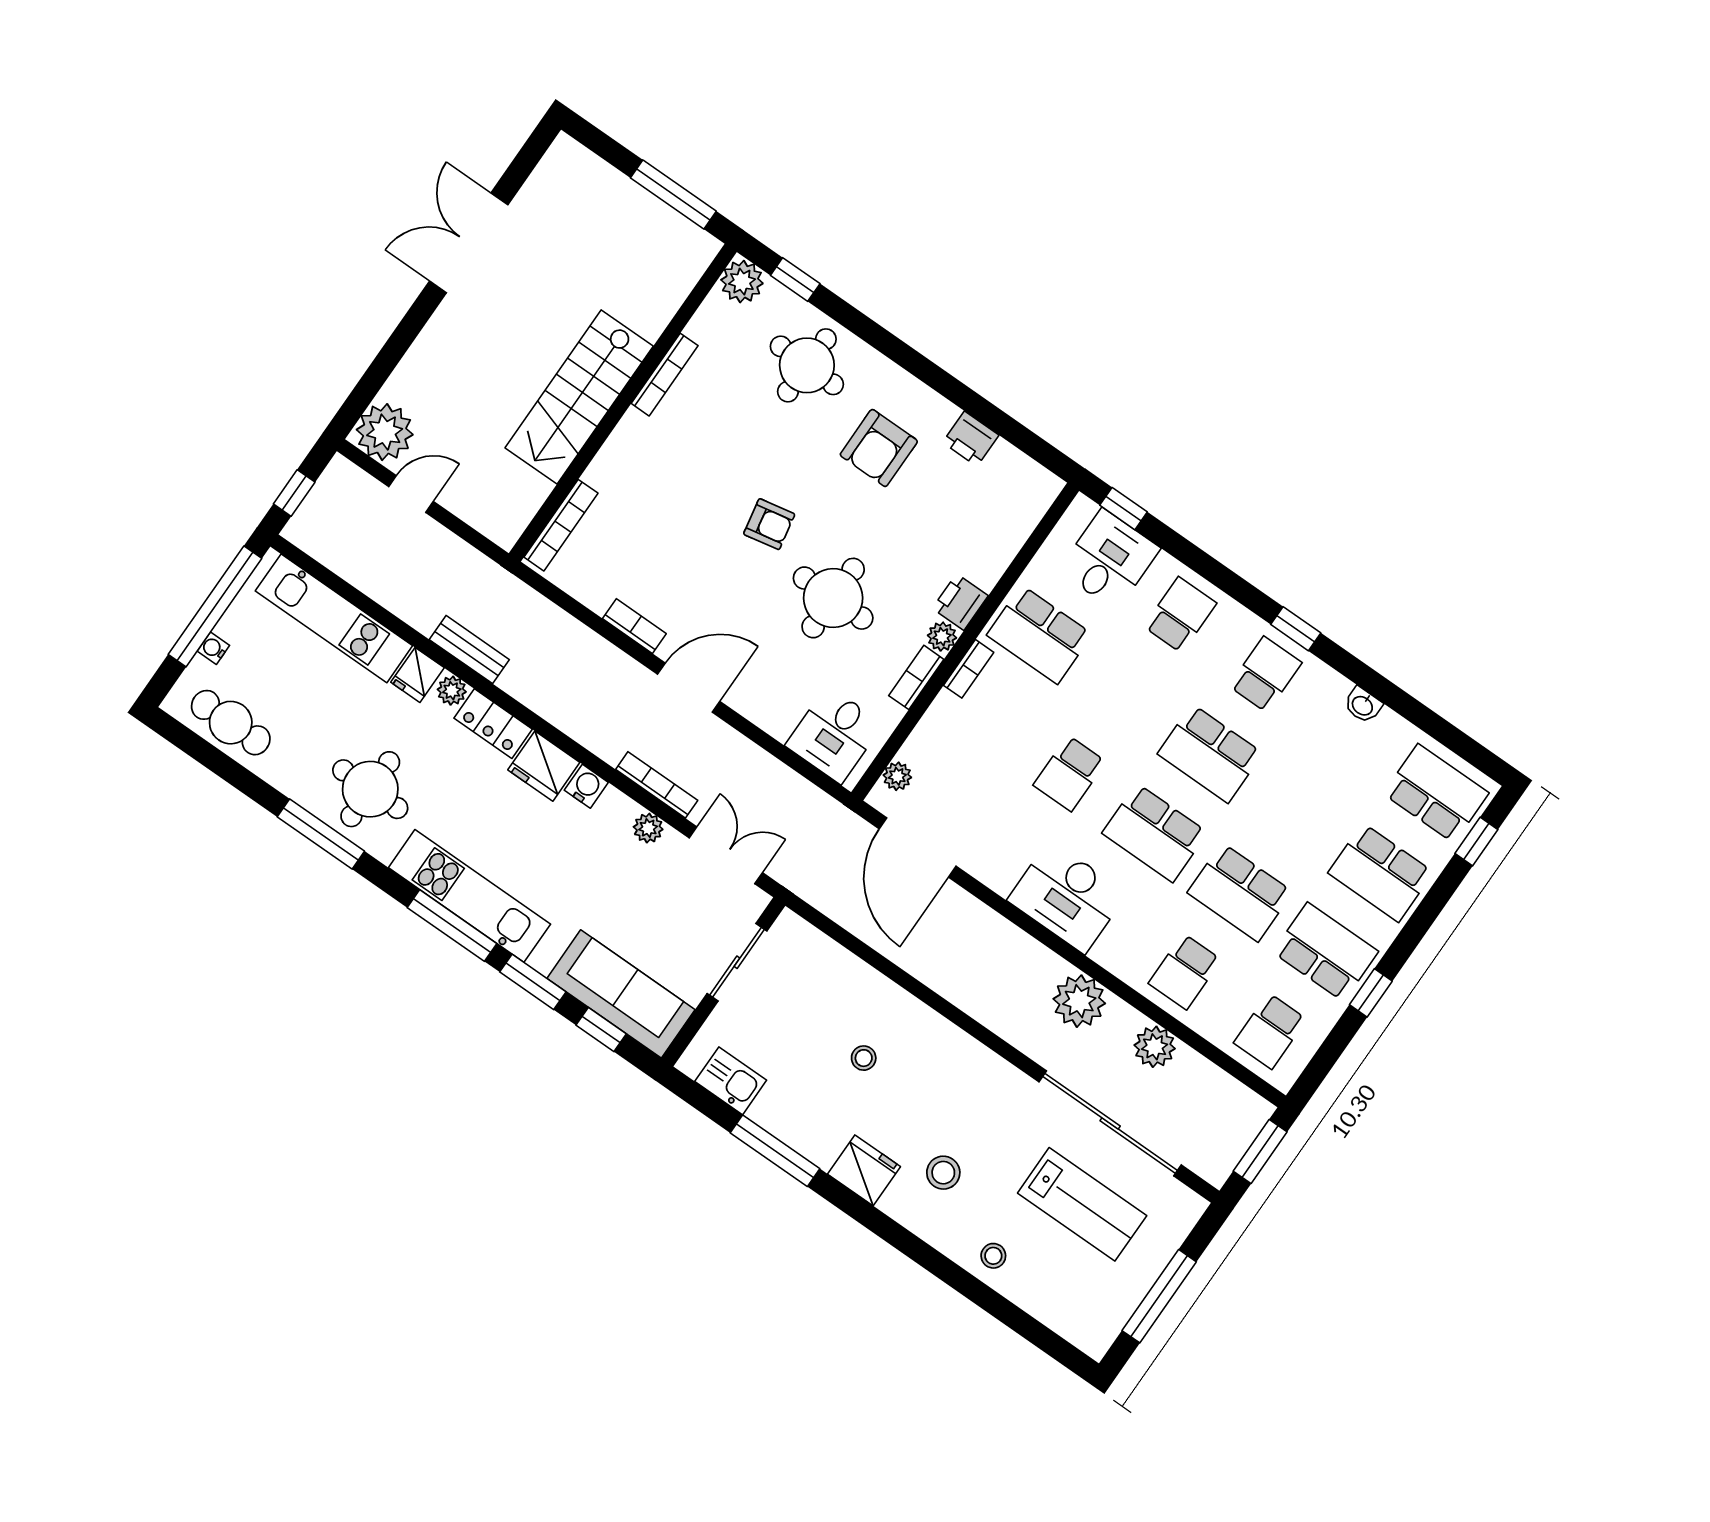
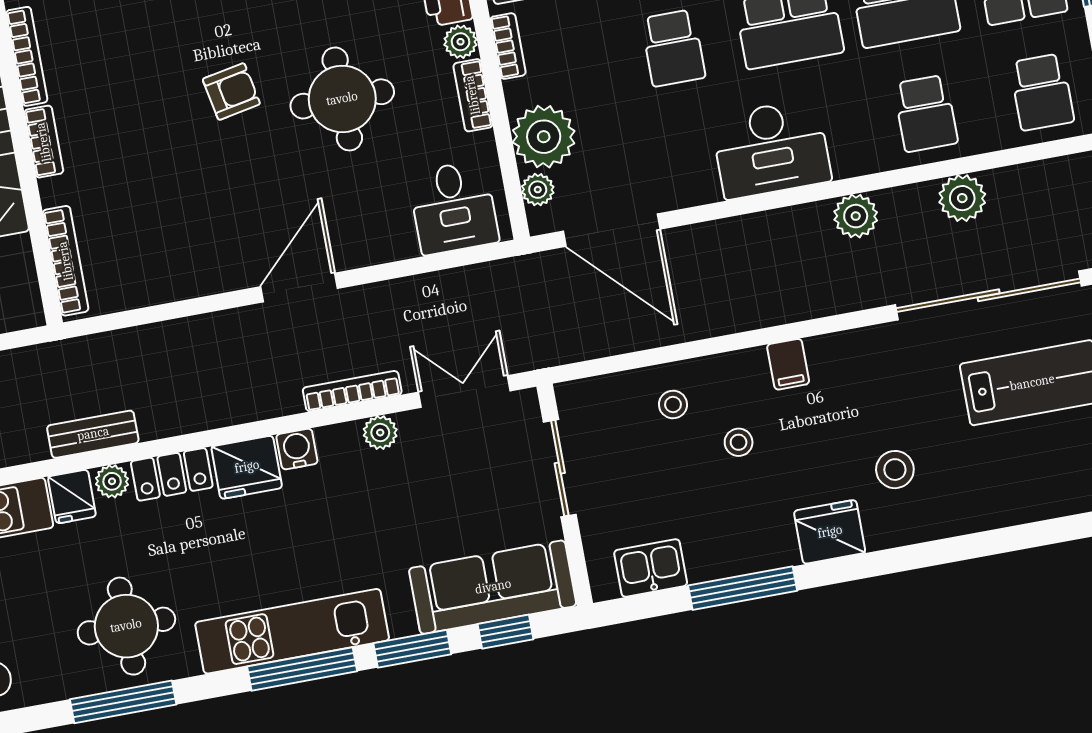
bookcase: (634, 626) -> (44, 142), moved, turned 90
plant: (934, 747) -> (544, 137), added
plant: (1079, 1001) -> (856, 216), width x0.73, depth x0.73
filing cabinet: (943, 1041) -> (788, 364), added
stool: (993, 1256) -> (673, 405), moved

